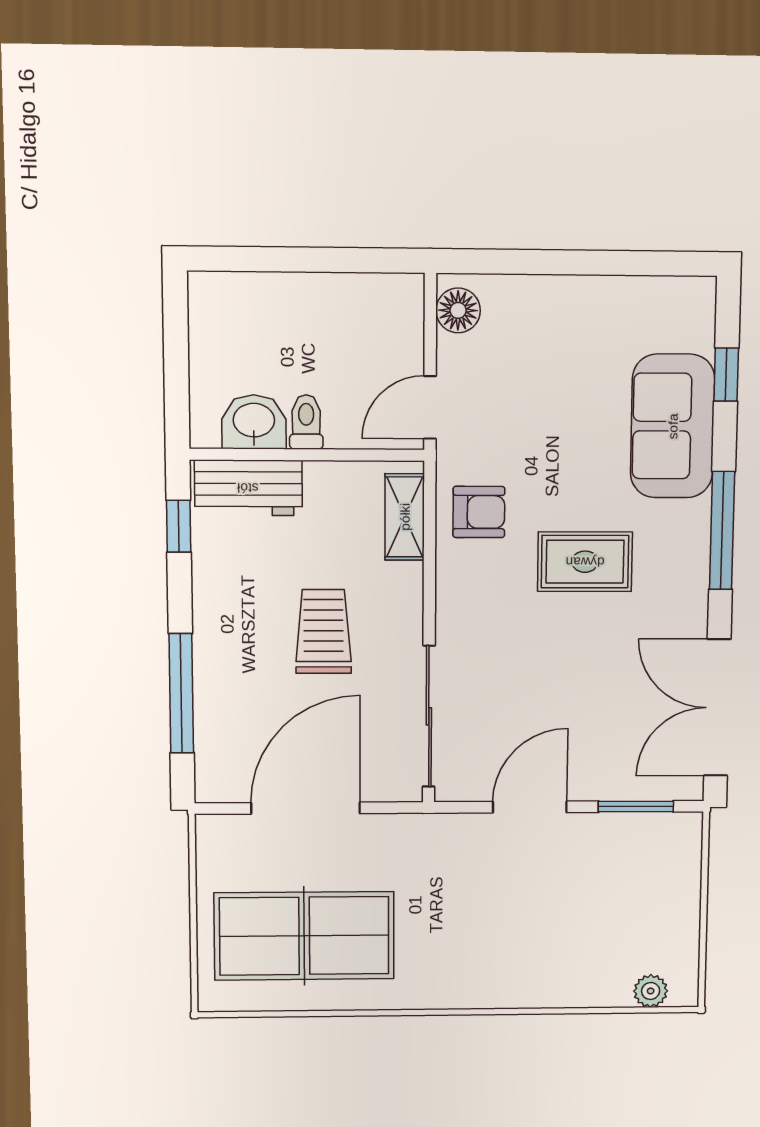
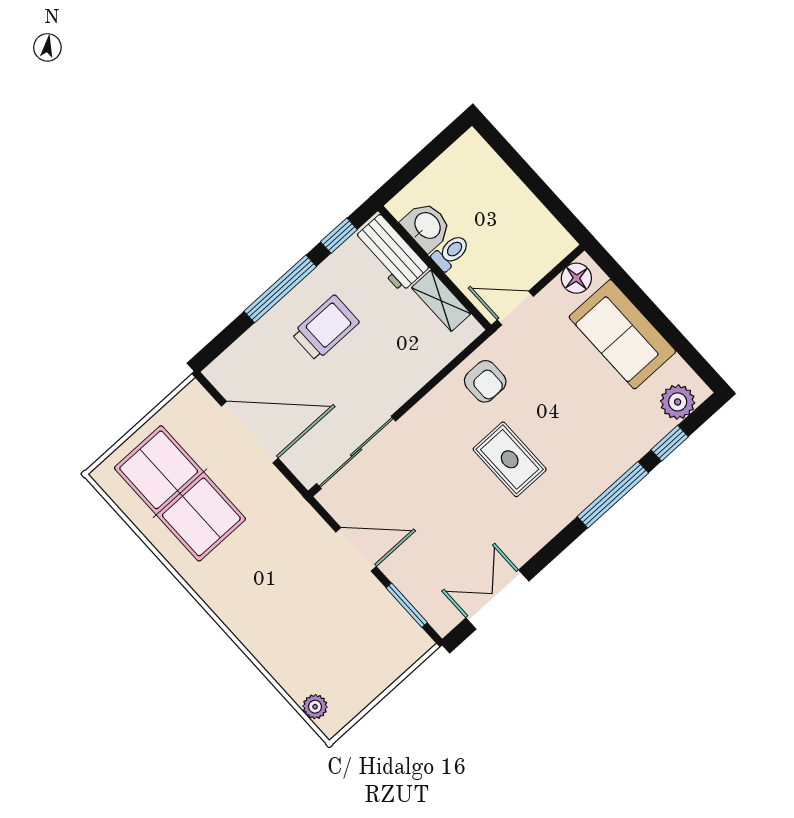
plant: (691, 325) -> (678, 402), added
sofa: (673, 426) -> (622, 334), moved, turned -90
shelving: (405, 517) -> (441, 301), moved, turned 90
window: (722, 531) -> (613, 495), moved
trolley: (323, 632) -> (326, 328), moved
window: (181, 693) -> (280, 289), moved
double door: (717, 708) -> (497, 599), width x0.73

